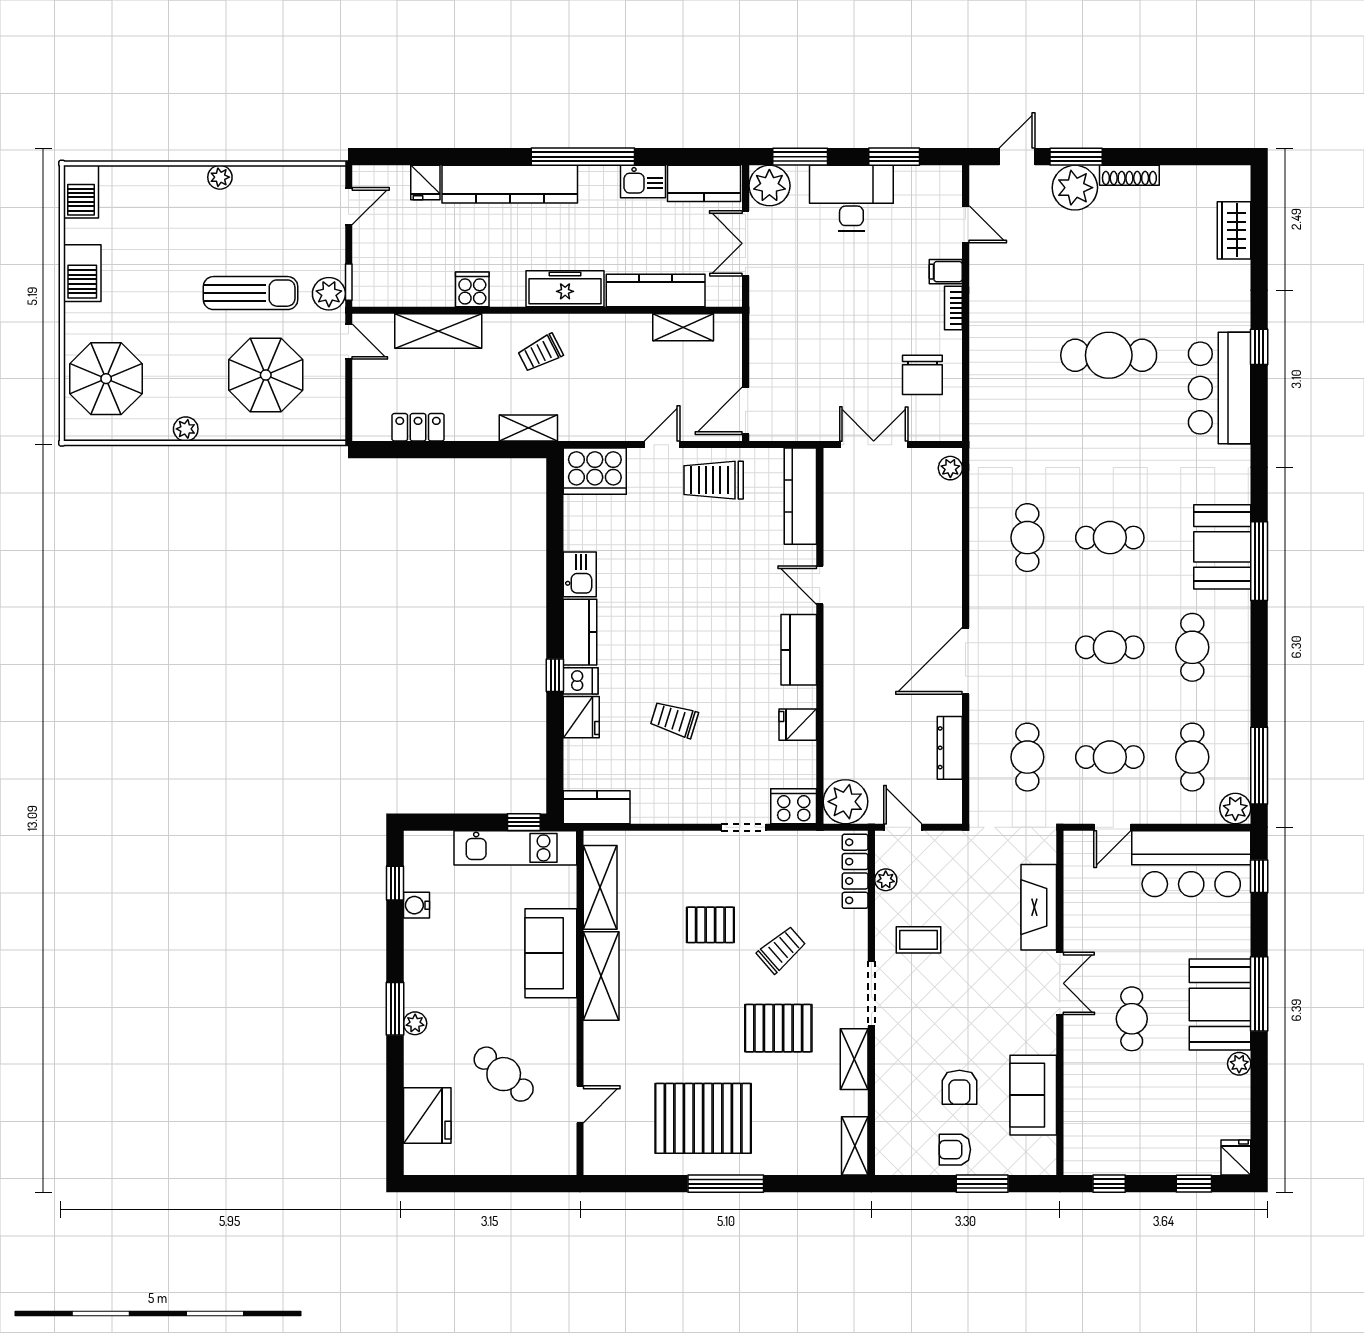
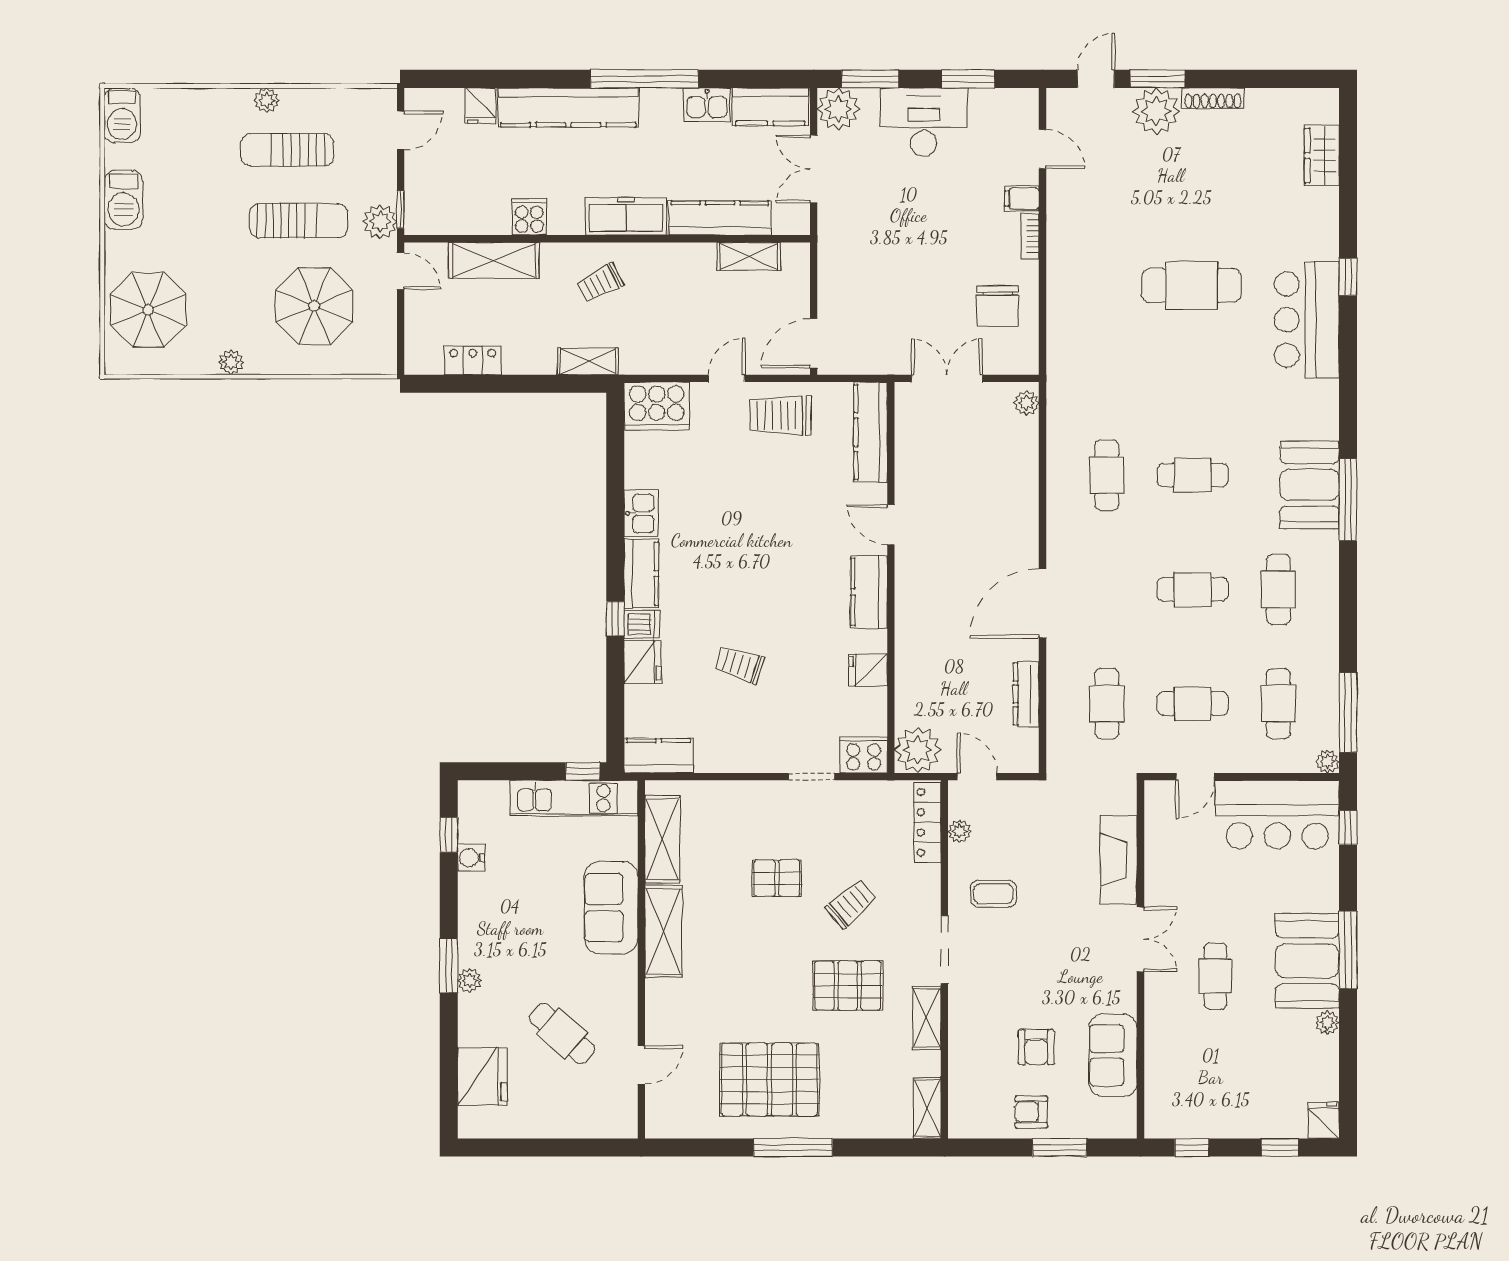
sun lounger: (240, 225) -> (287, 150), added
plant: (1235, 808) -> (1327, 761), width x0.73, depth x0.73

